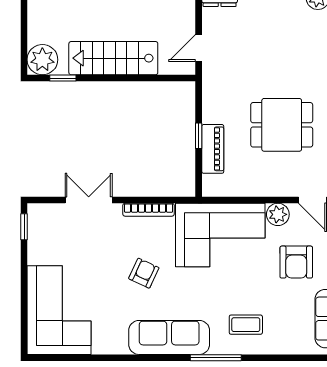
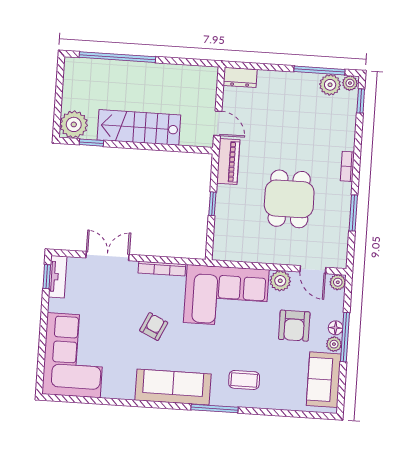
door: (199, 48) -> (218, 123), swing flipped
dining table: (282, 125) -> (289, 199), turned 90
piano: (213, 149) -> (228, 162), moved
tv unit: (36, 226) -> (58, 277), added

